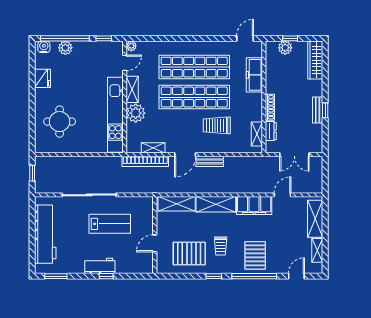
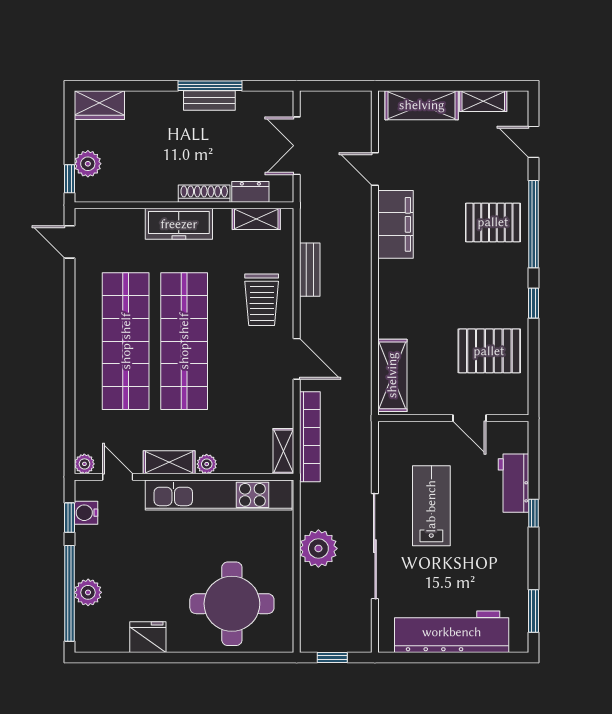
window: (290, 38) -> (70, 179), moved
water cooler: (44, 47) -> (86, 513), moved
wardrobe: (315, 60) -> (99, 105), width x0.67
freezer: (254, 75) -> (179, 224), moved
window: (325, 110) -> (210, 86), width x2.17
plant: (136, 113) -> (207, 464), width x0.53, depth x0.53
round table: (60, 122) -> (232, 604), width x1.36, depth x1.36
trolley: (217, 125) -> (262, 300), moved
shelving: (153, 148) -> (283, 451), moved
double door: (294, 155) -> (297, 146), swing flipped
bench: (210, 161) -> (310, 270), moved
plant: (88, 166) -> (318, 548), added
shelving: (216, 204) -> (393, 299), removed
trolley: (221, 246) -> (475, 290), removed
pallet: (189, 254) -> (489, 351), turned 90
workbench: (100, 266) -> (513, 483), moved

